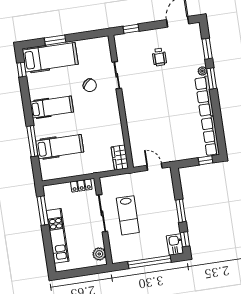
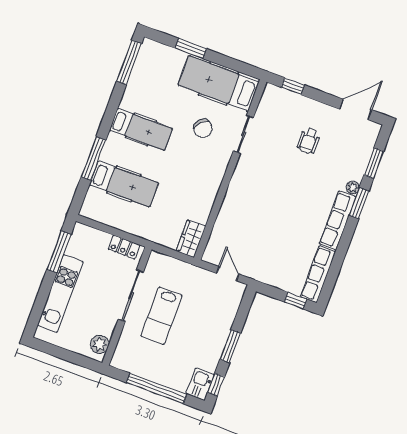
hospital bed: (50, 57) -> (219, 83), moved, turned 180
window: (22, 70) -> (129, 62), width x2.17

